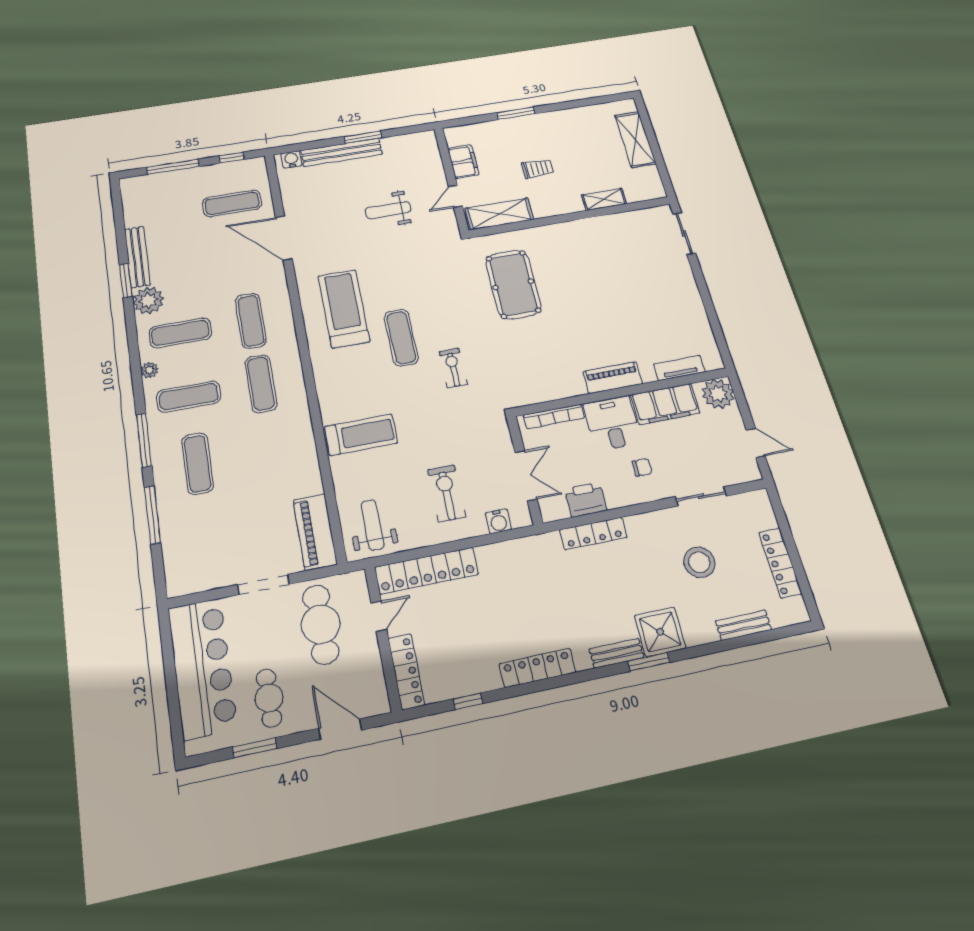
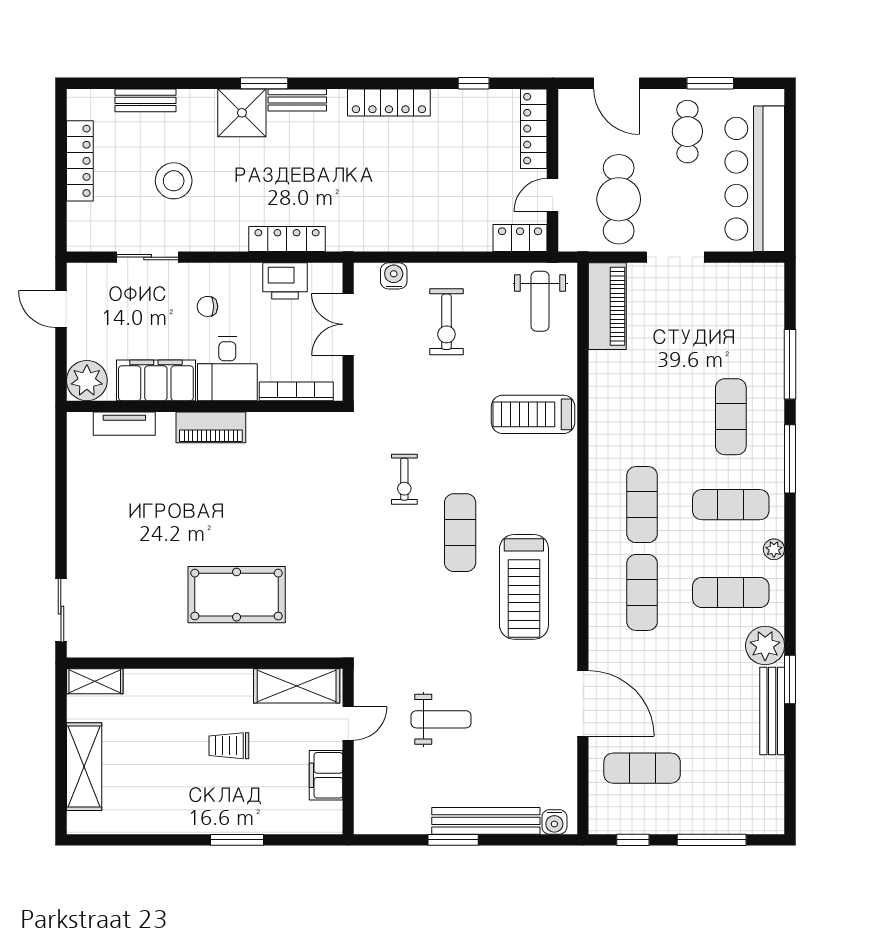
shelving: (604, 199) -> (95, 681), moved
pool table: (513, 284) -> (237, 595), moved, turned 90
locker: (427, 571) -> (520, 238), width x0.46, depth x0.83

